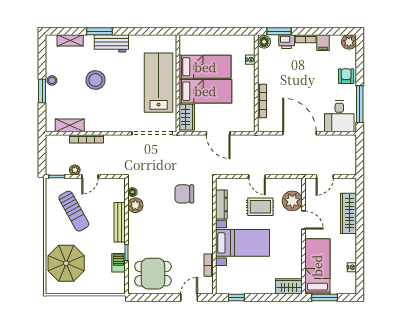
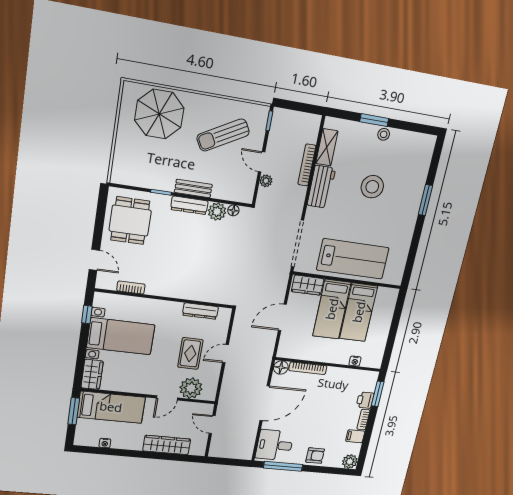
shelving: (70, 40) -> (424, 164), removed
floor lamp: (264, 42) -> (281, 367), moved
workbench: (111, 43) -> (321, 187), moved, turned 180
plant: (75, 170) -> (266, 181), moved
chair: (184, 194) -> (220, 271), removed
bench: (120, 222) -> (193, 188), width x0.73
dresser: (134, 228) -> (189, 205), added
bed with nightstands: (243, 243) -> (121, 336), moved, turned -90
barbecue: (119, 263) -> (150, 181), removed

